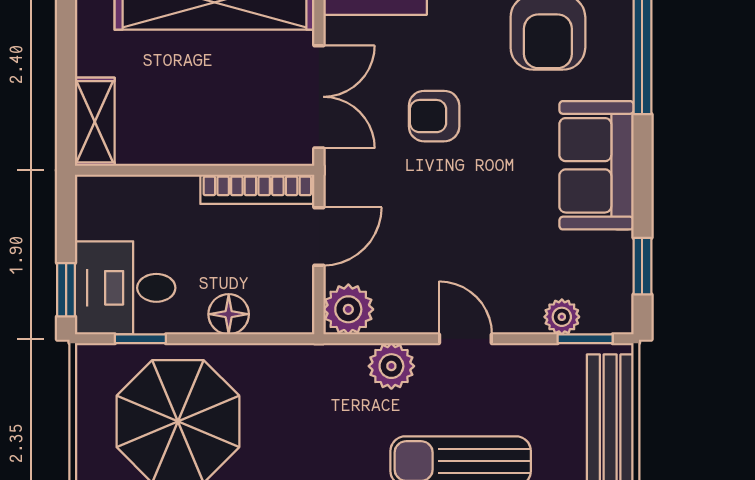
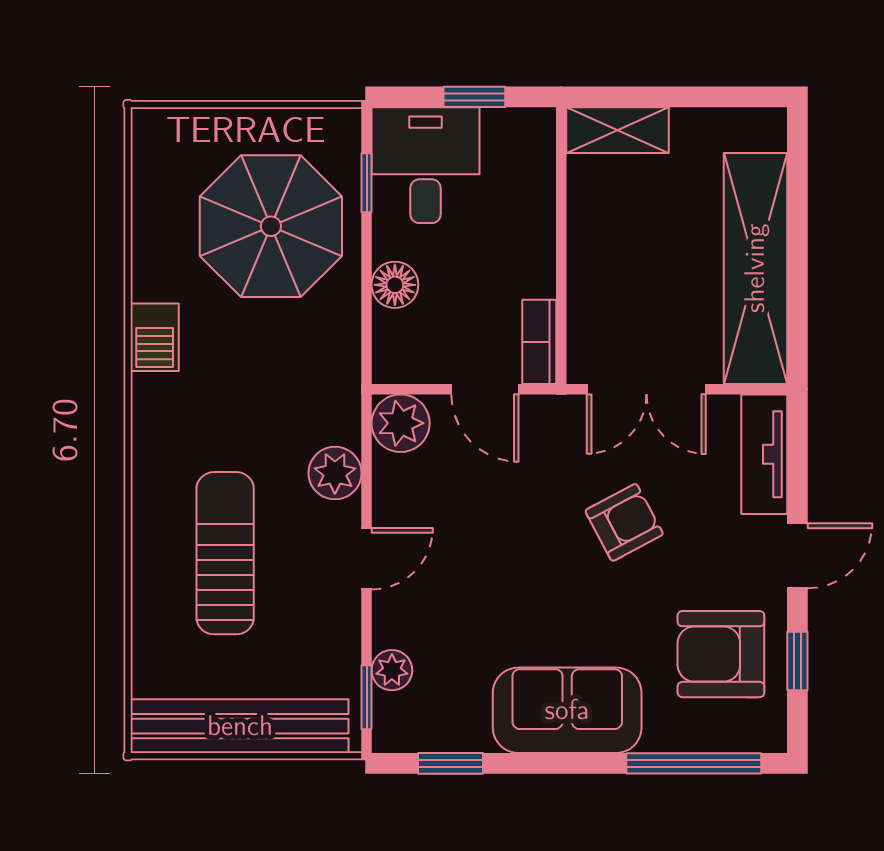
armchair: (434, 116) -> (624, 522), turned 62
bookcase: (257, 189) -> (539, 342), width x0.64
window: (66, 290) -> (474, 97), moved

